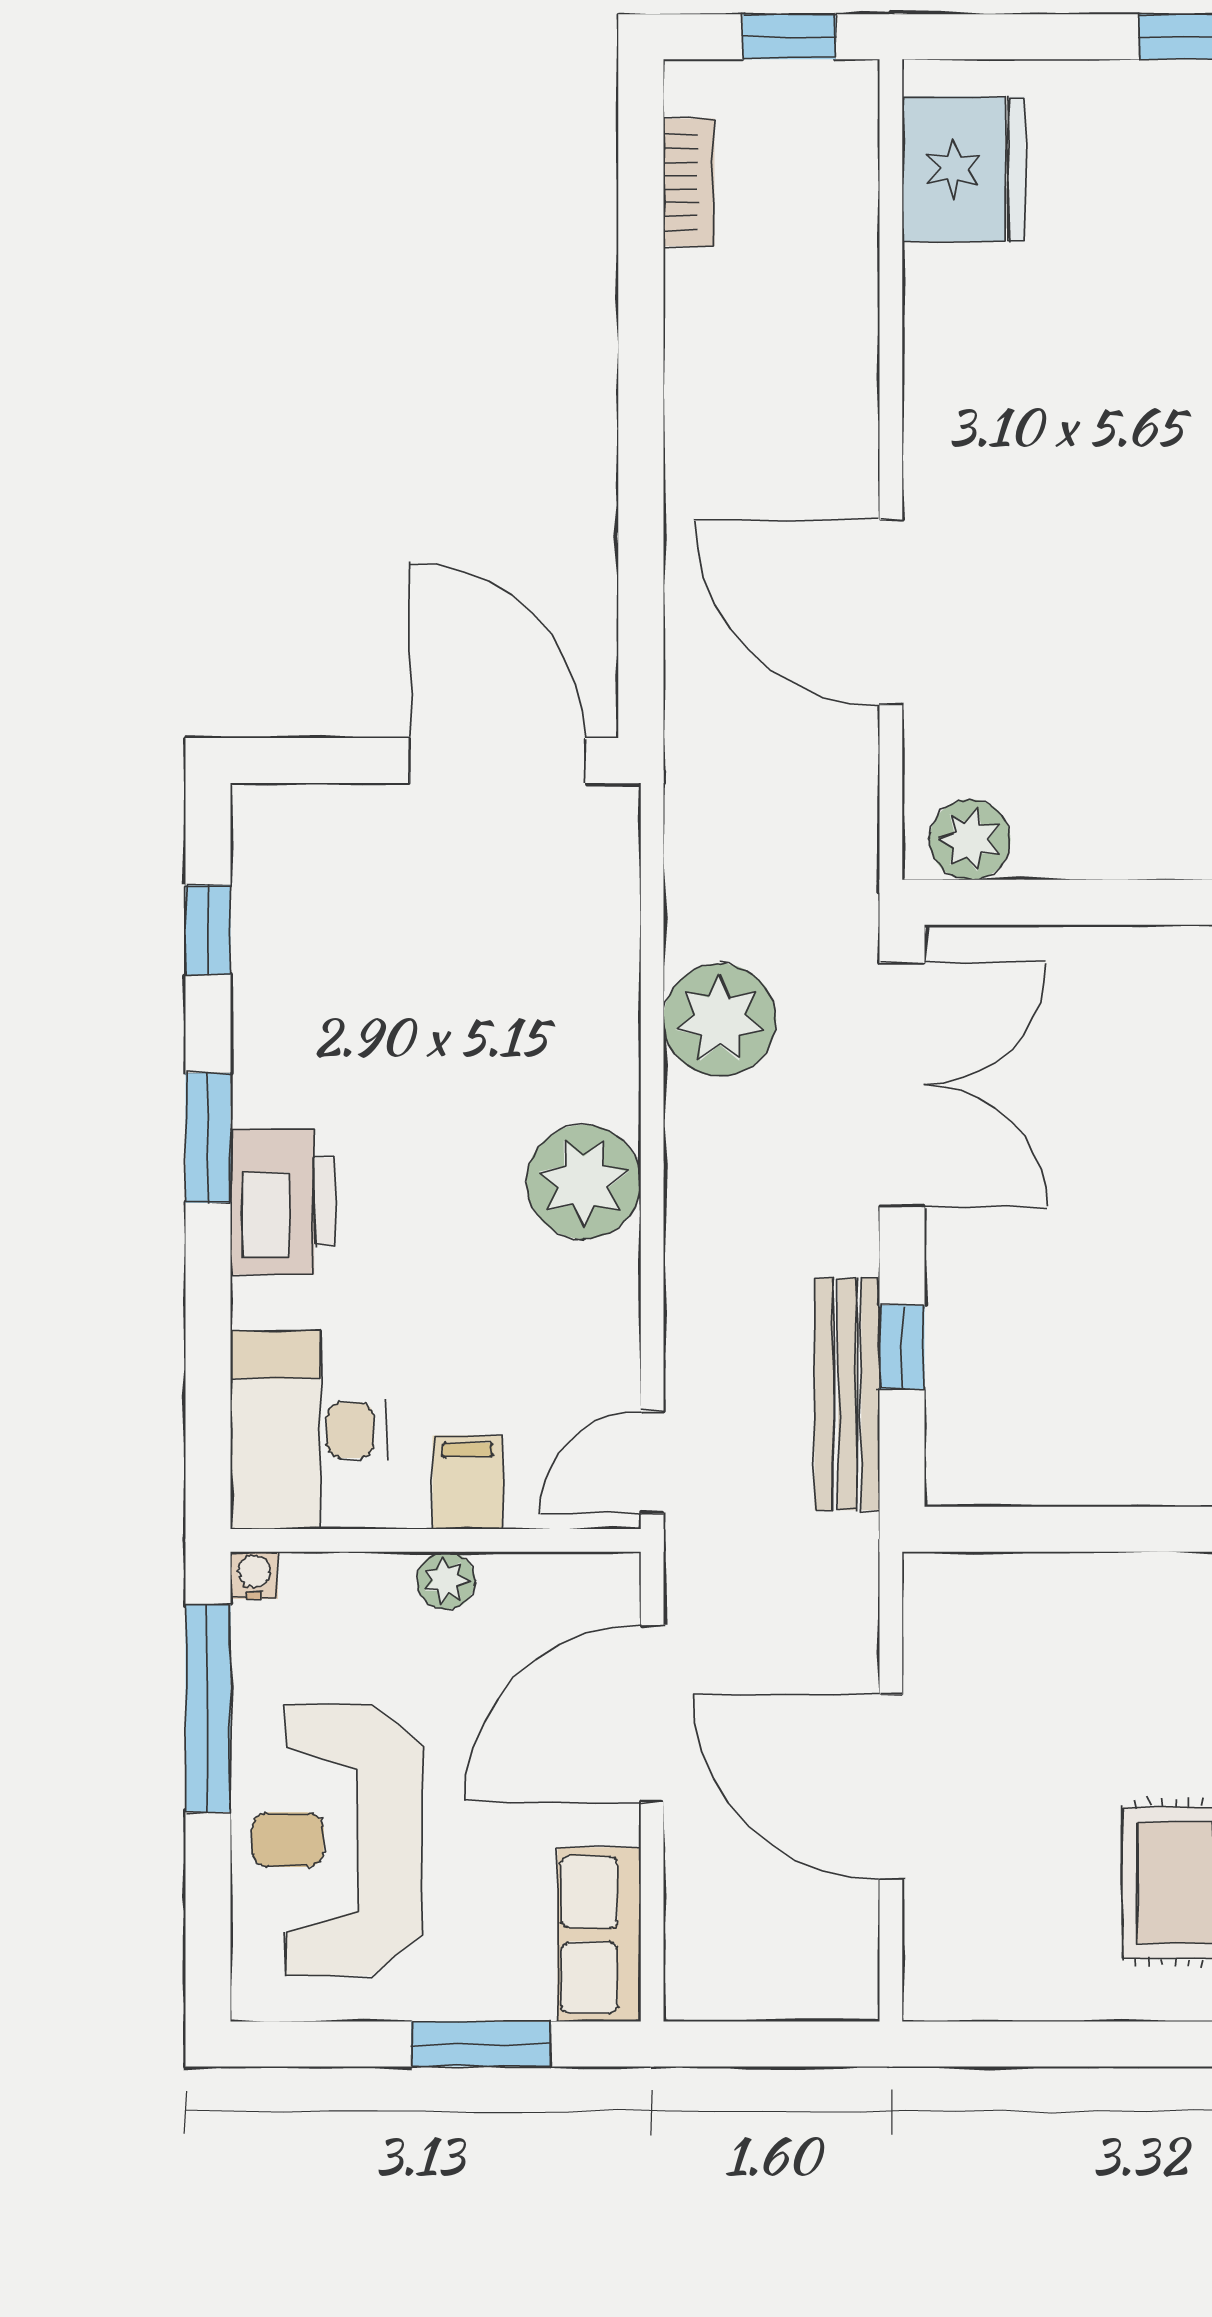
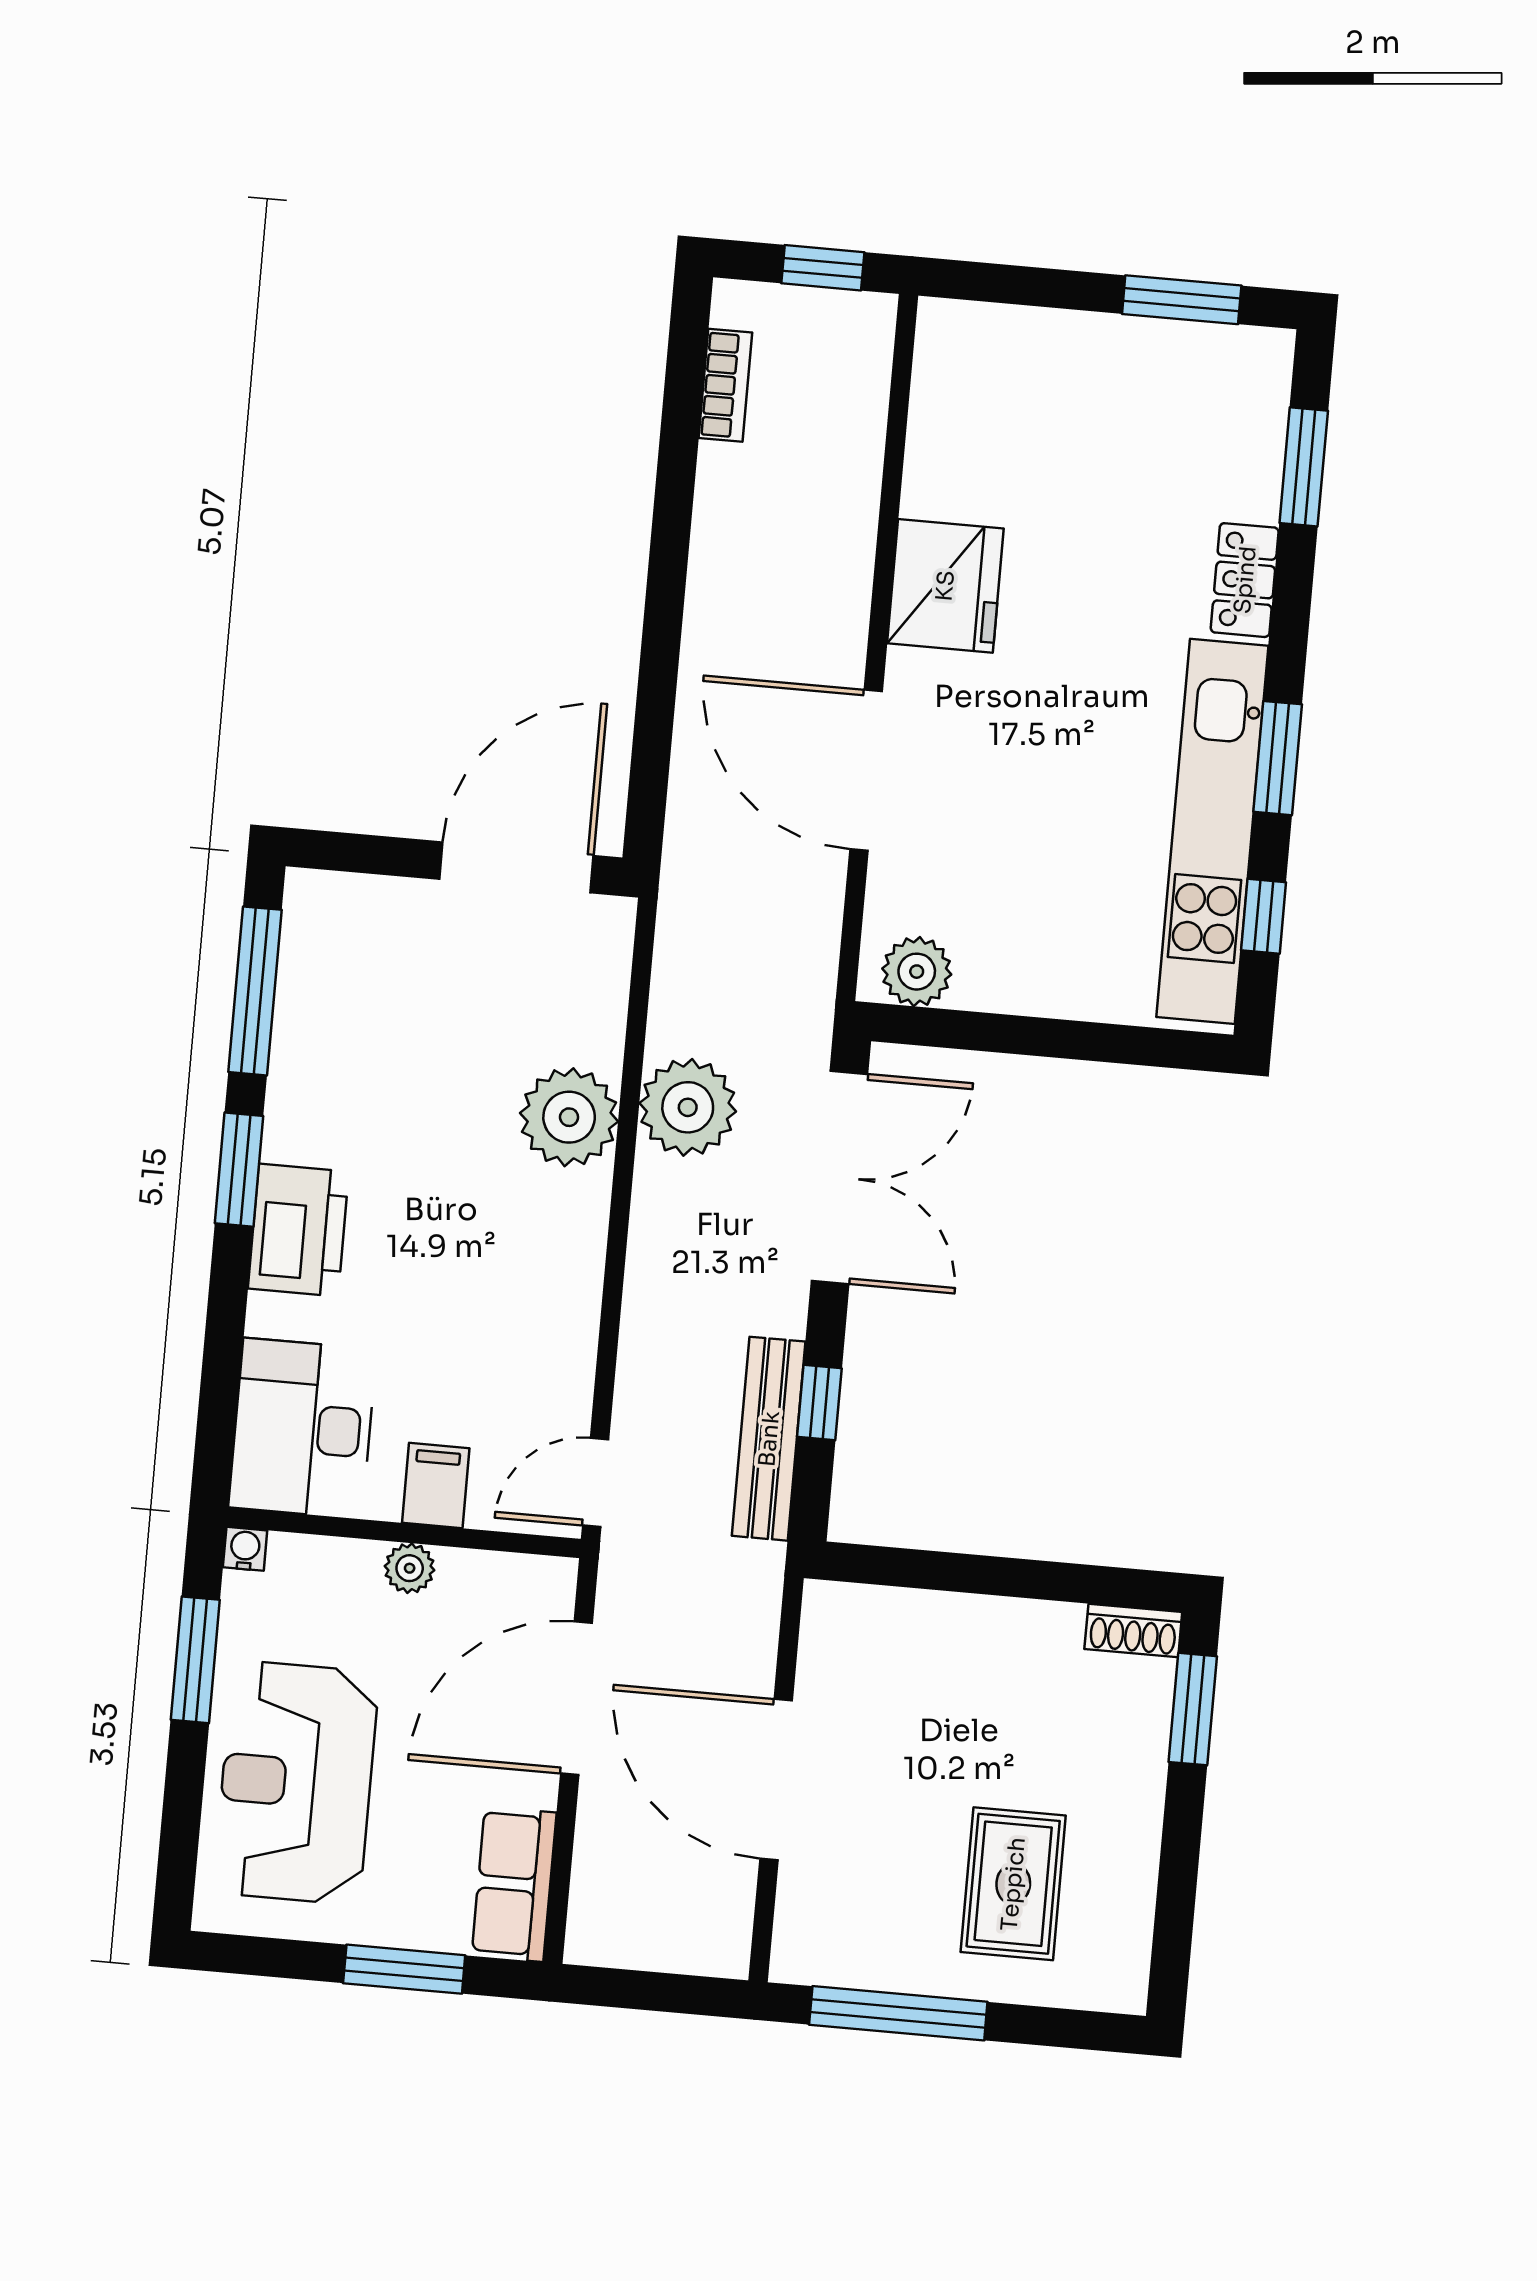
fridge: (963, 169) -> (945, 586), moved
door: (497, 761) -> (516, 867), hinge flipped
window: (208, 930) -> (255, 991), width x2.17
plant: (584, 1182) -> (569, 1117), moved
window: (208, 1708) -> (195, 1660), width x0.69
window: (1056, 2044) -> (898, 2013), added

